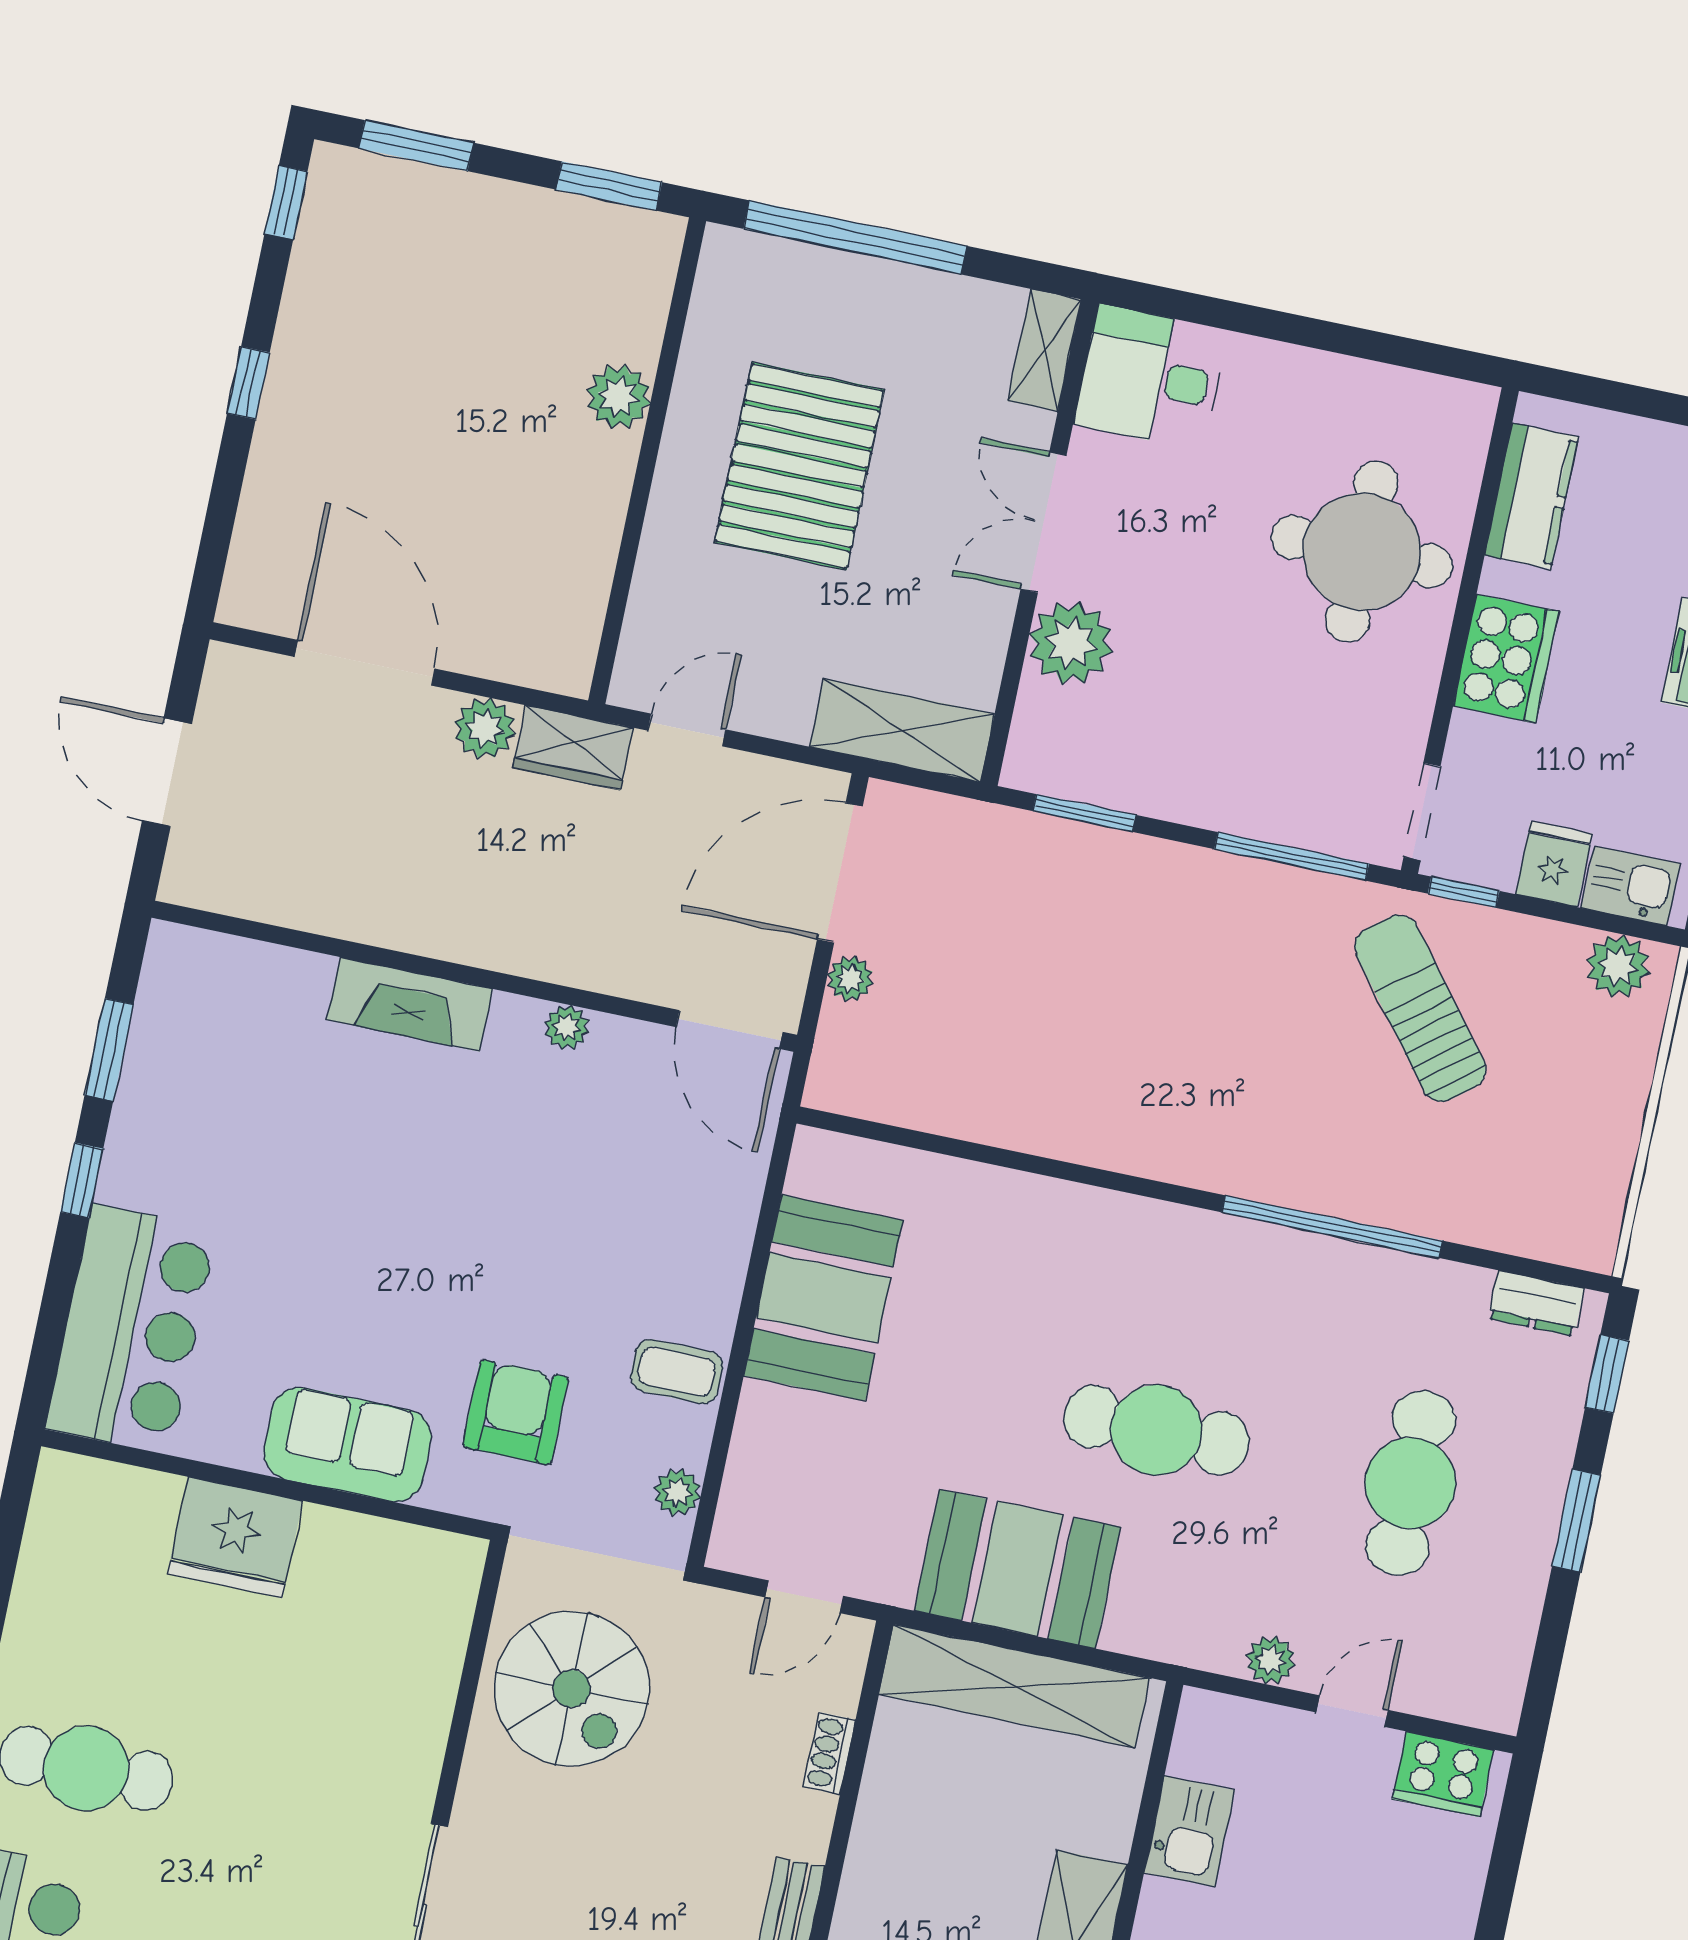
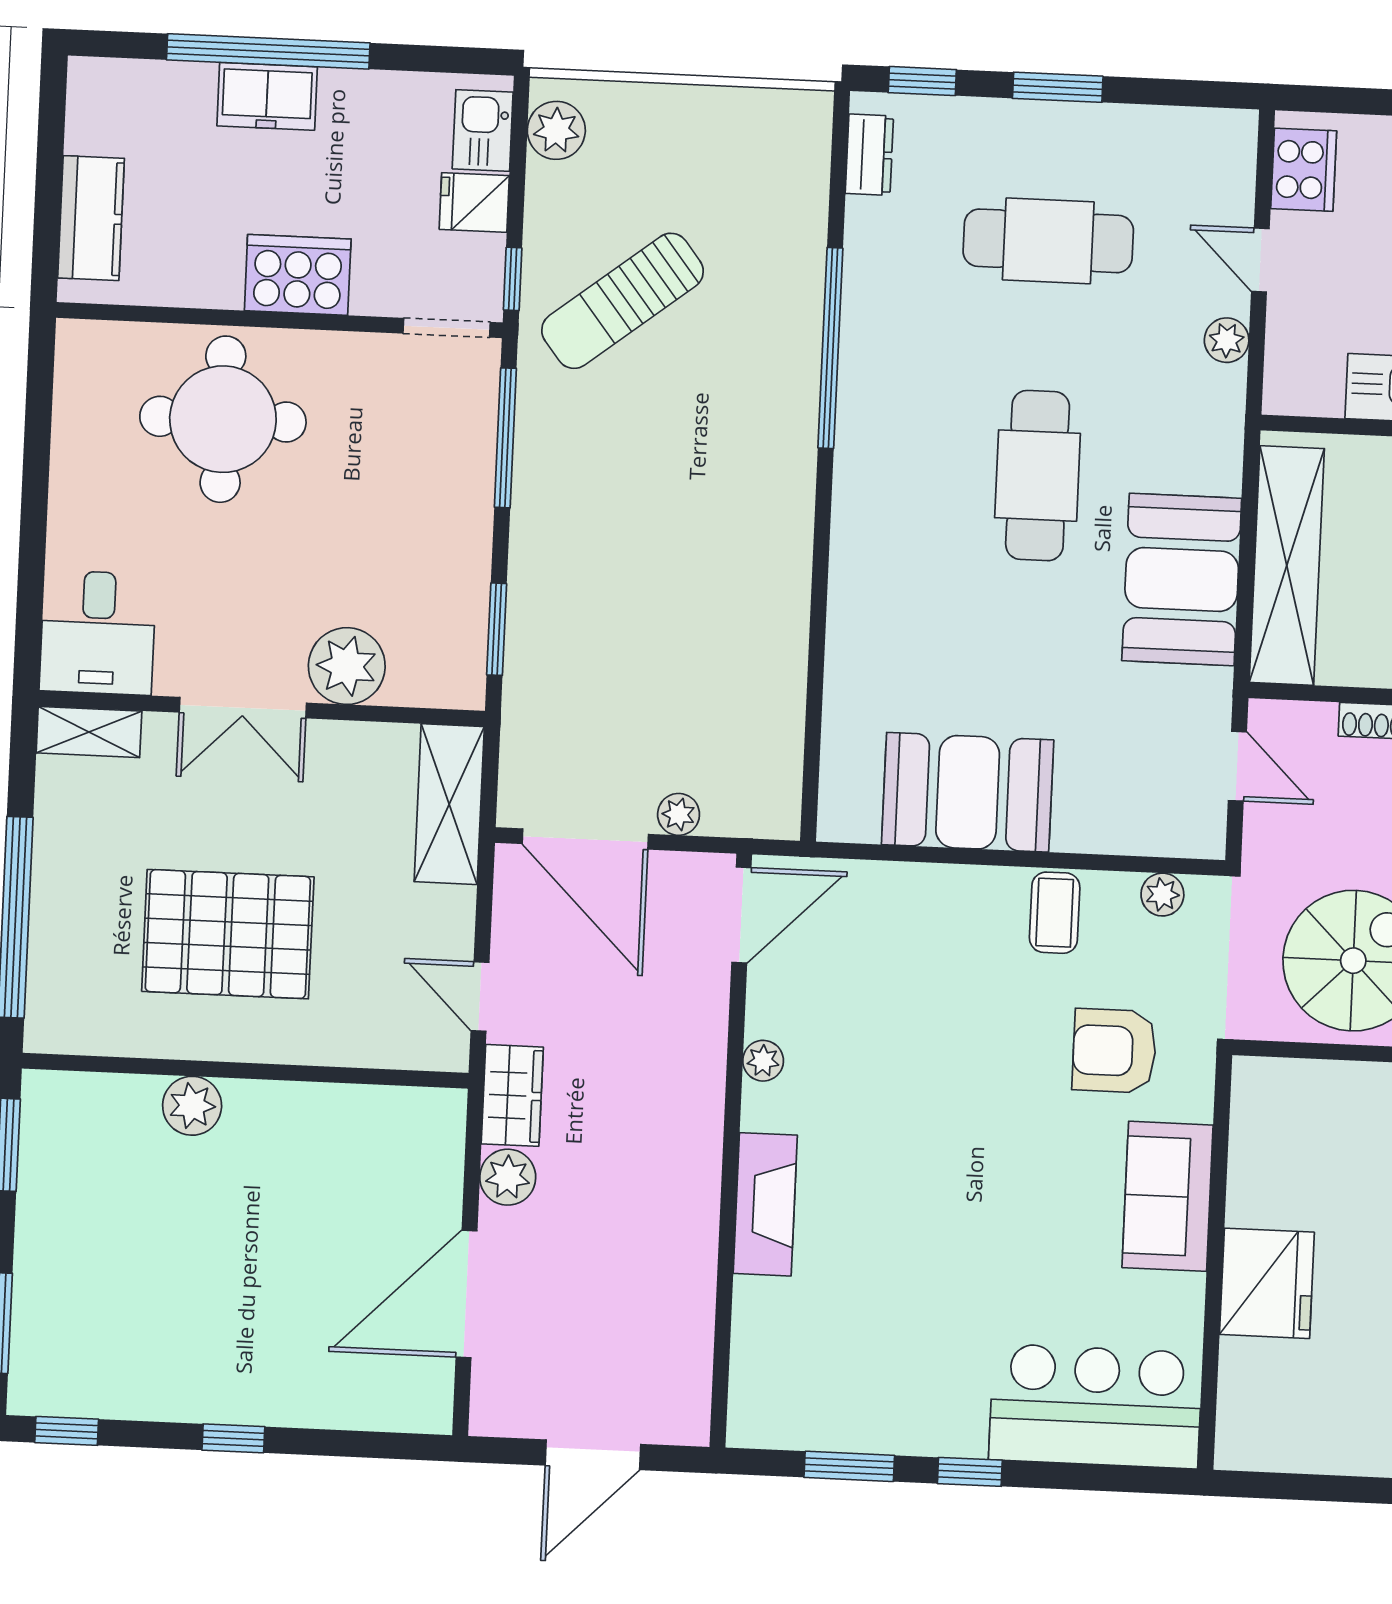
kitchen counter: (1531, 496) -> (91, 218), moved, turned 90

